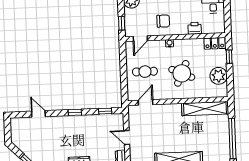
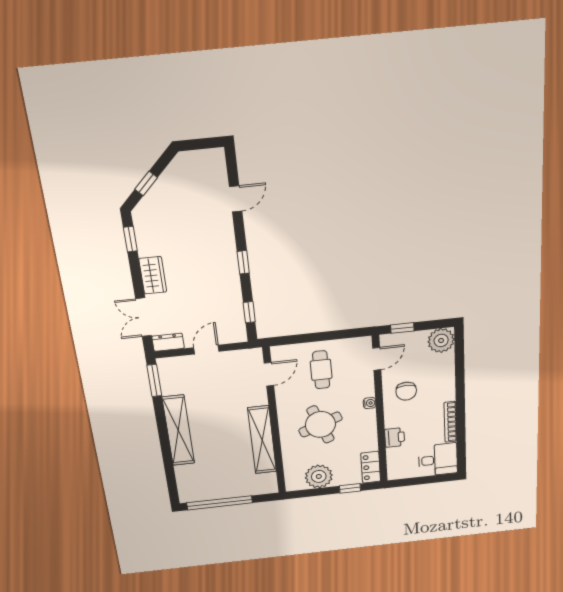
door: (140, 39) -> (377, 359), swing flipped
round table: (182, 73) -> (320, 424), turned 45
door: (145, 102) -> (269, 374), hinge flipped
shelving: (205, 109) -> (262, 440), moved

